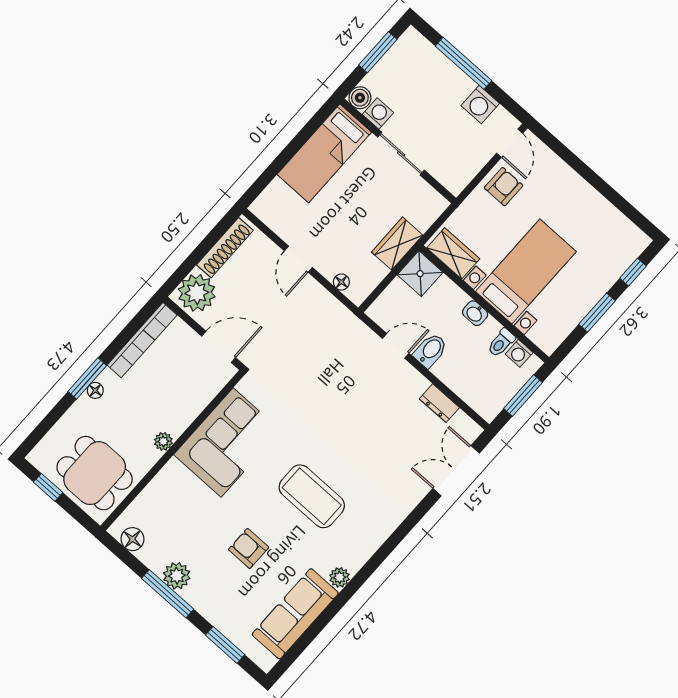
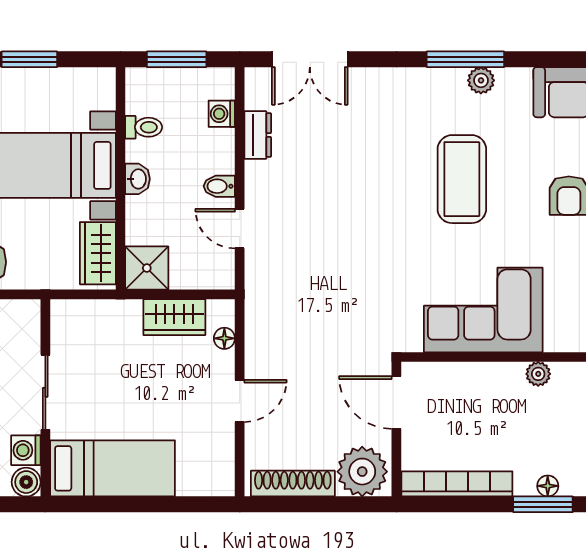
wardrobe: (397, 244) -> (174, 317), moved
bidet: (430, 350) -> (219, 186), width x0.72, depth x0.74
washing machine: (519, 353) -> (222, 114), moved, turned 180
window: (378, 559) -> (465, 59), added
plant: (340, 577) -> (481, 80), moved

